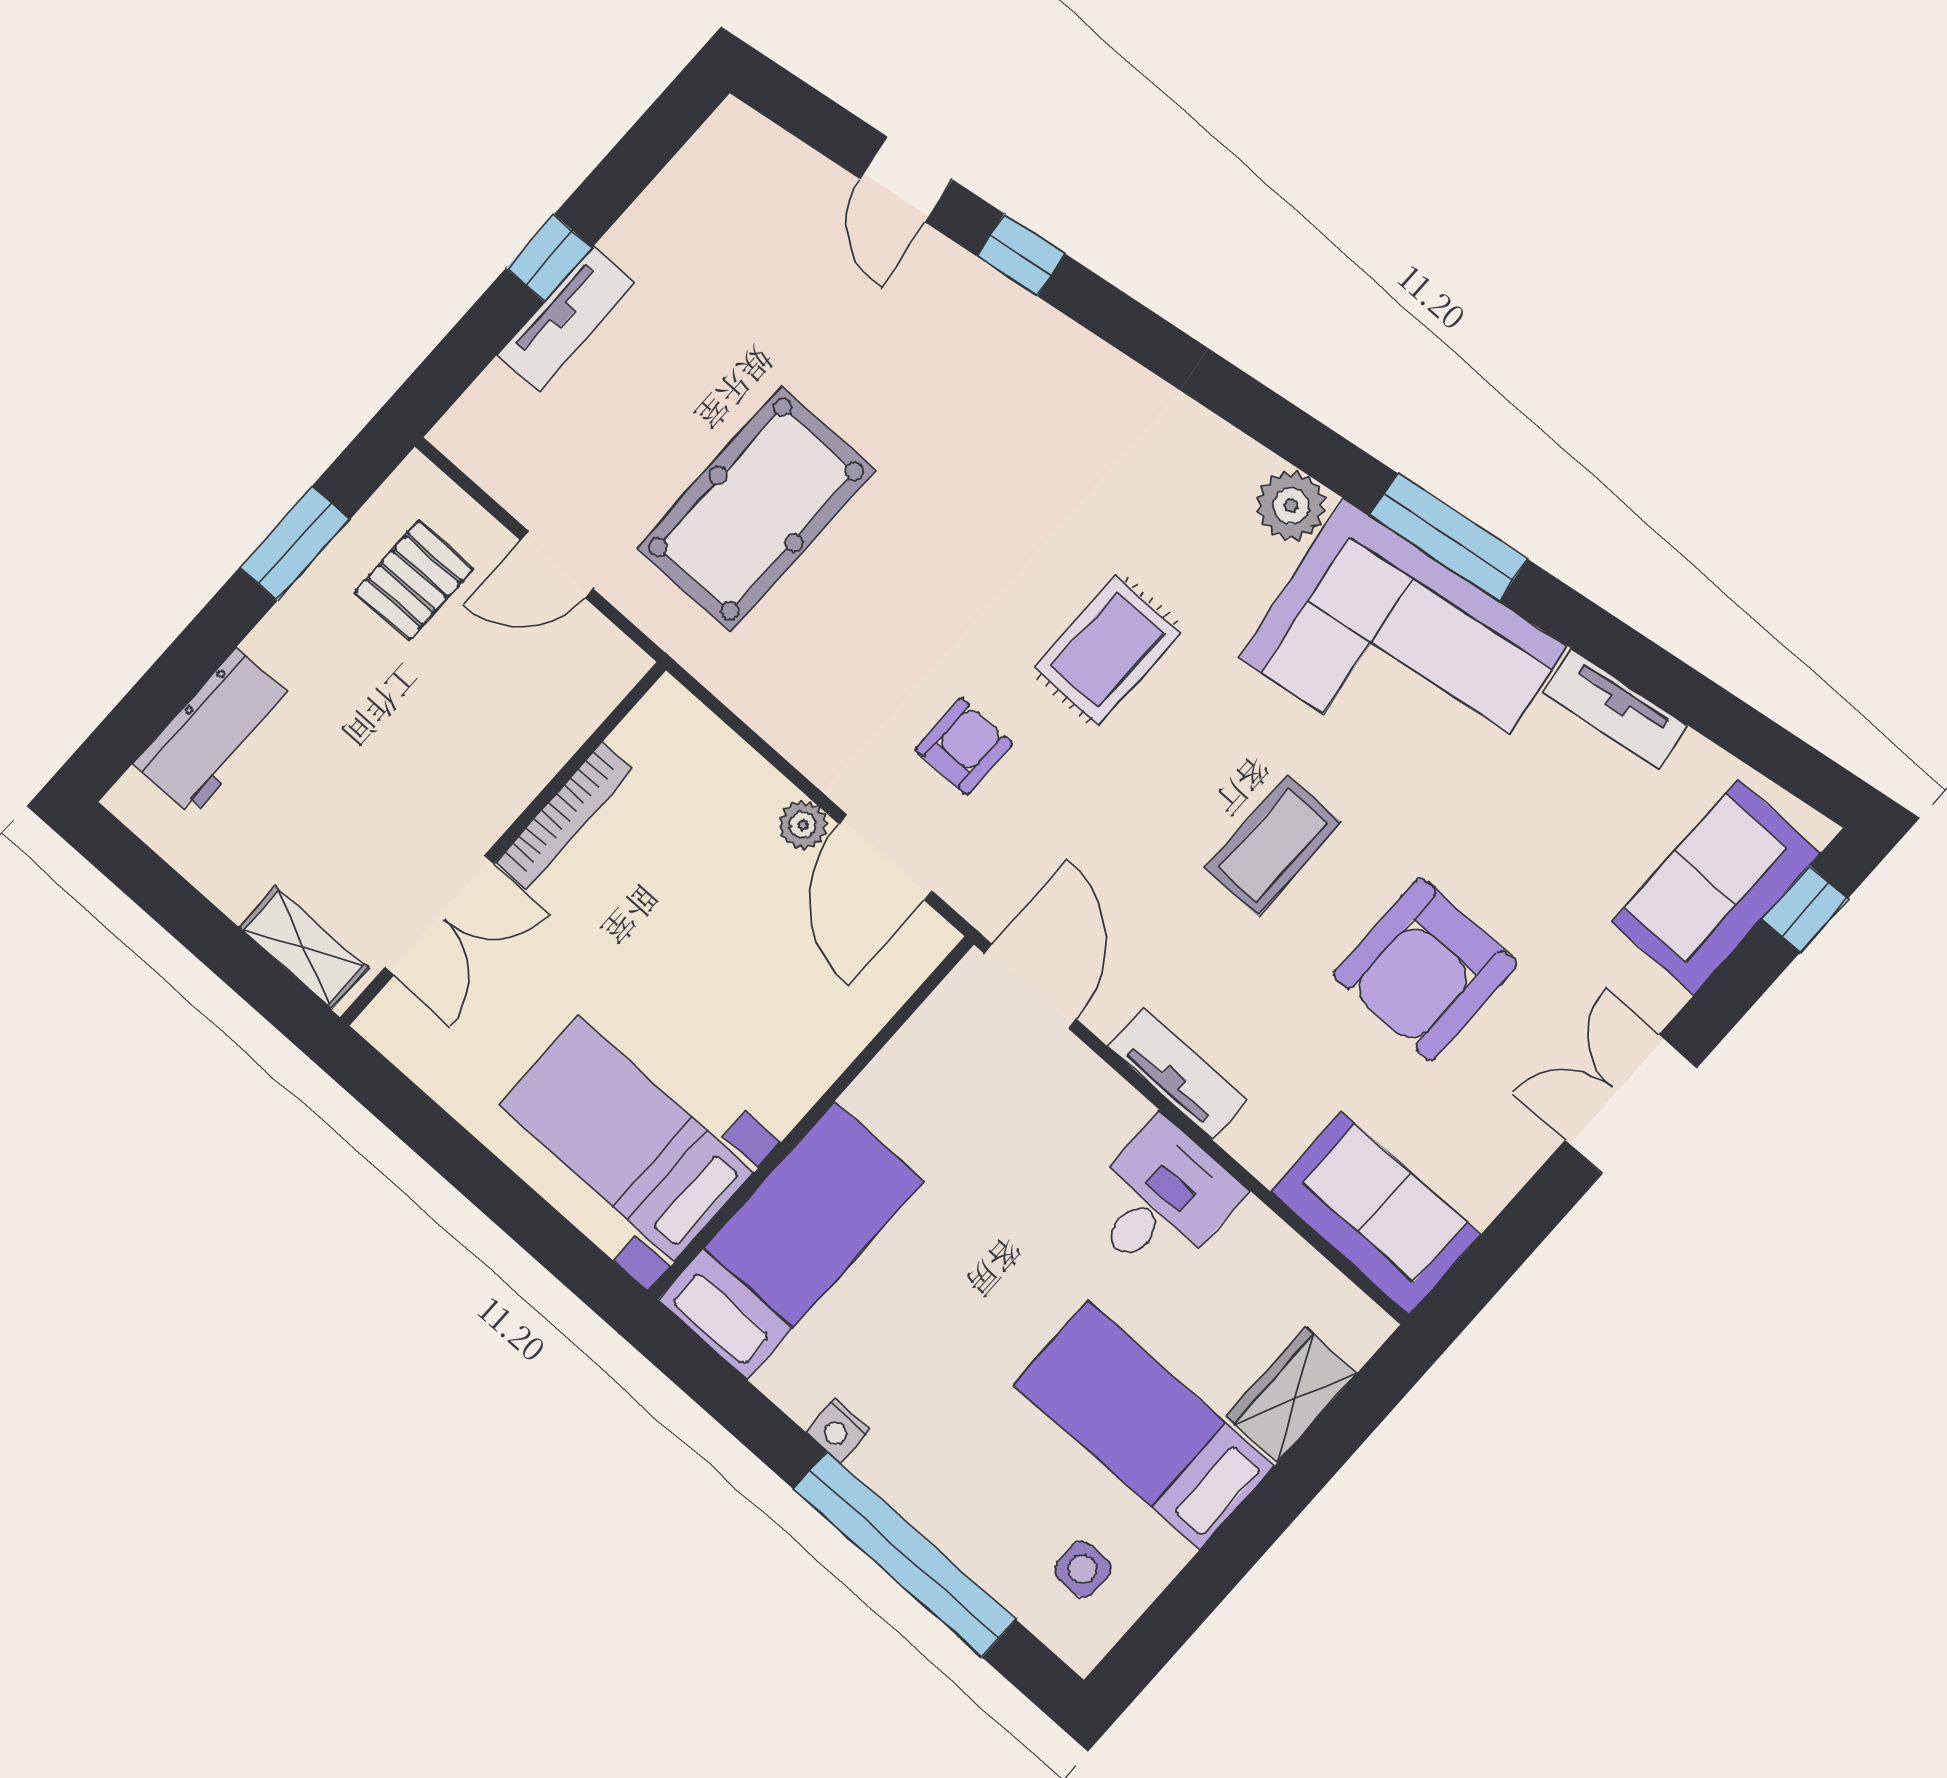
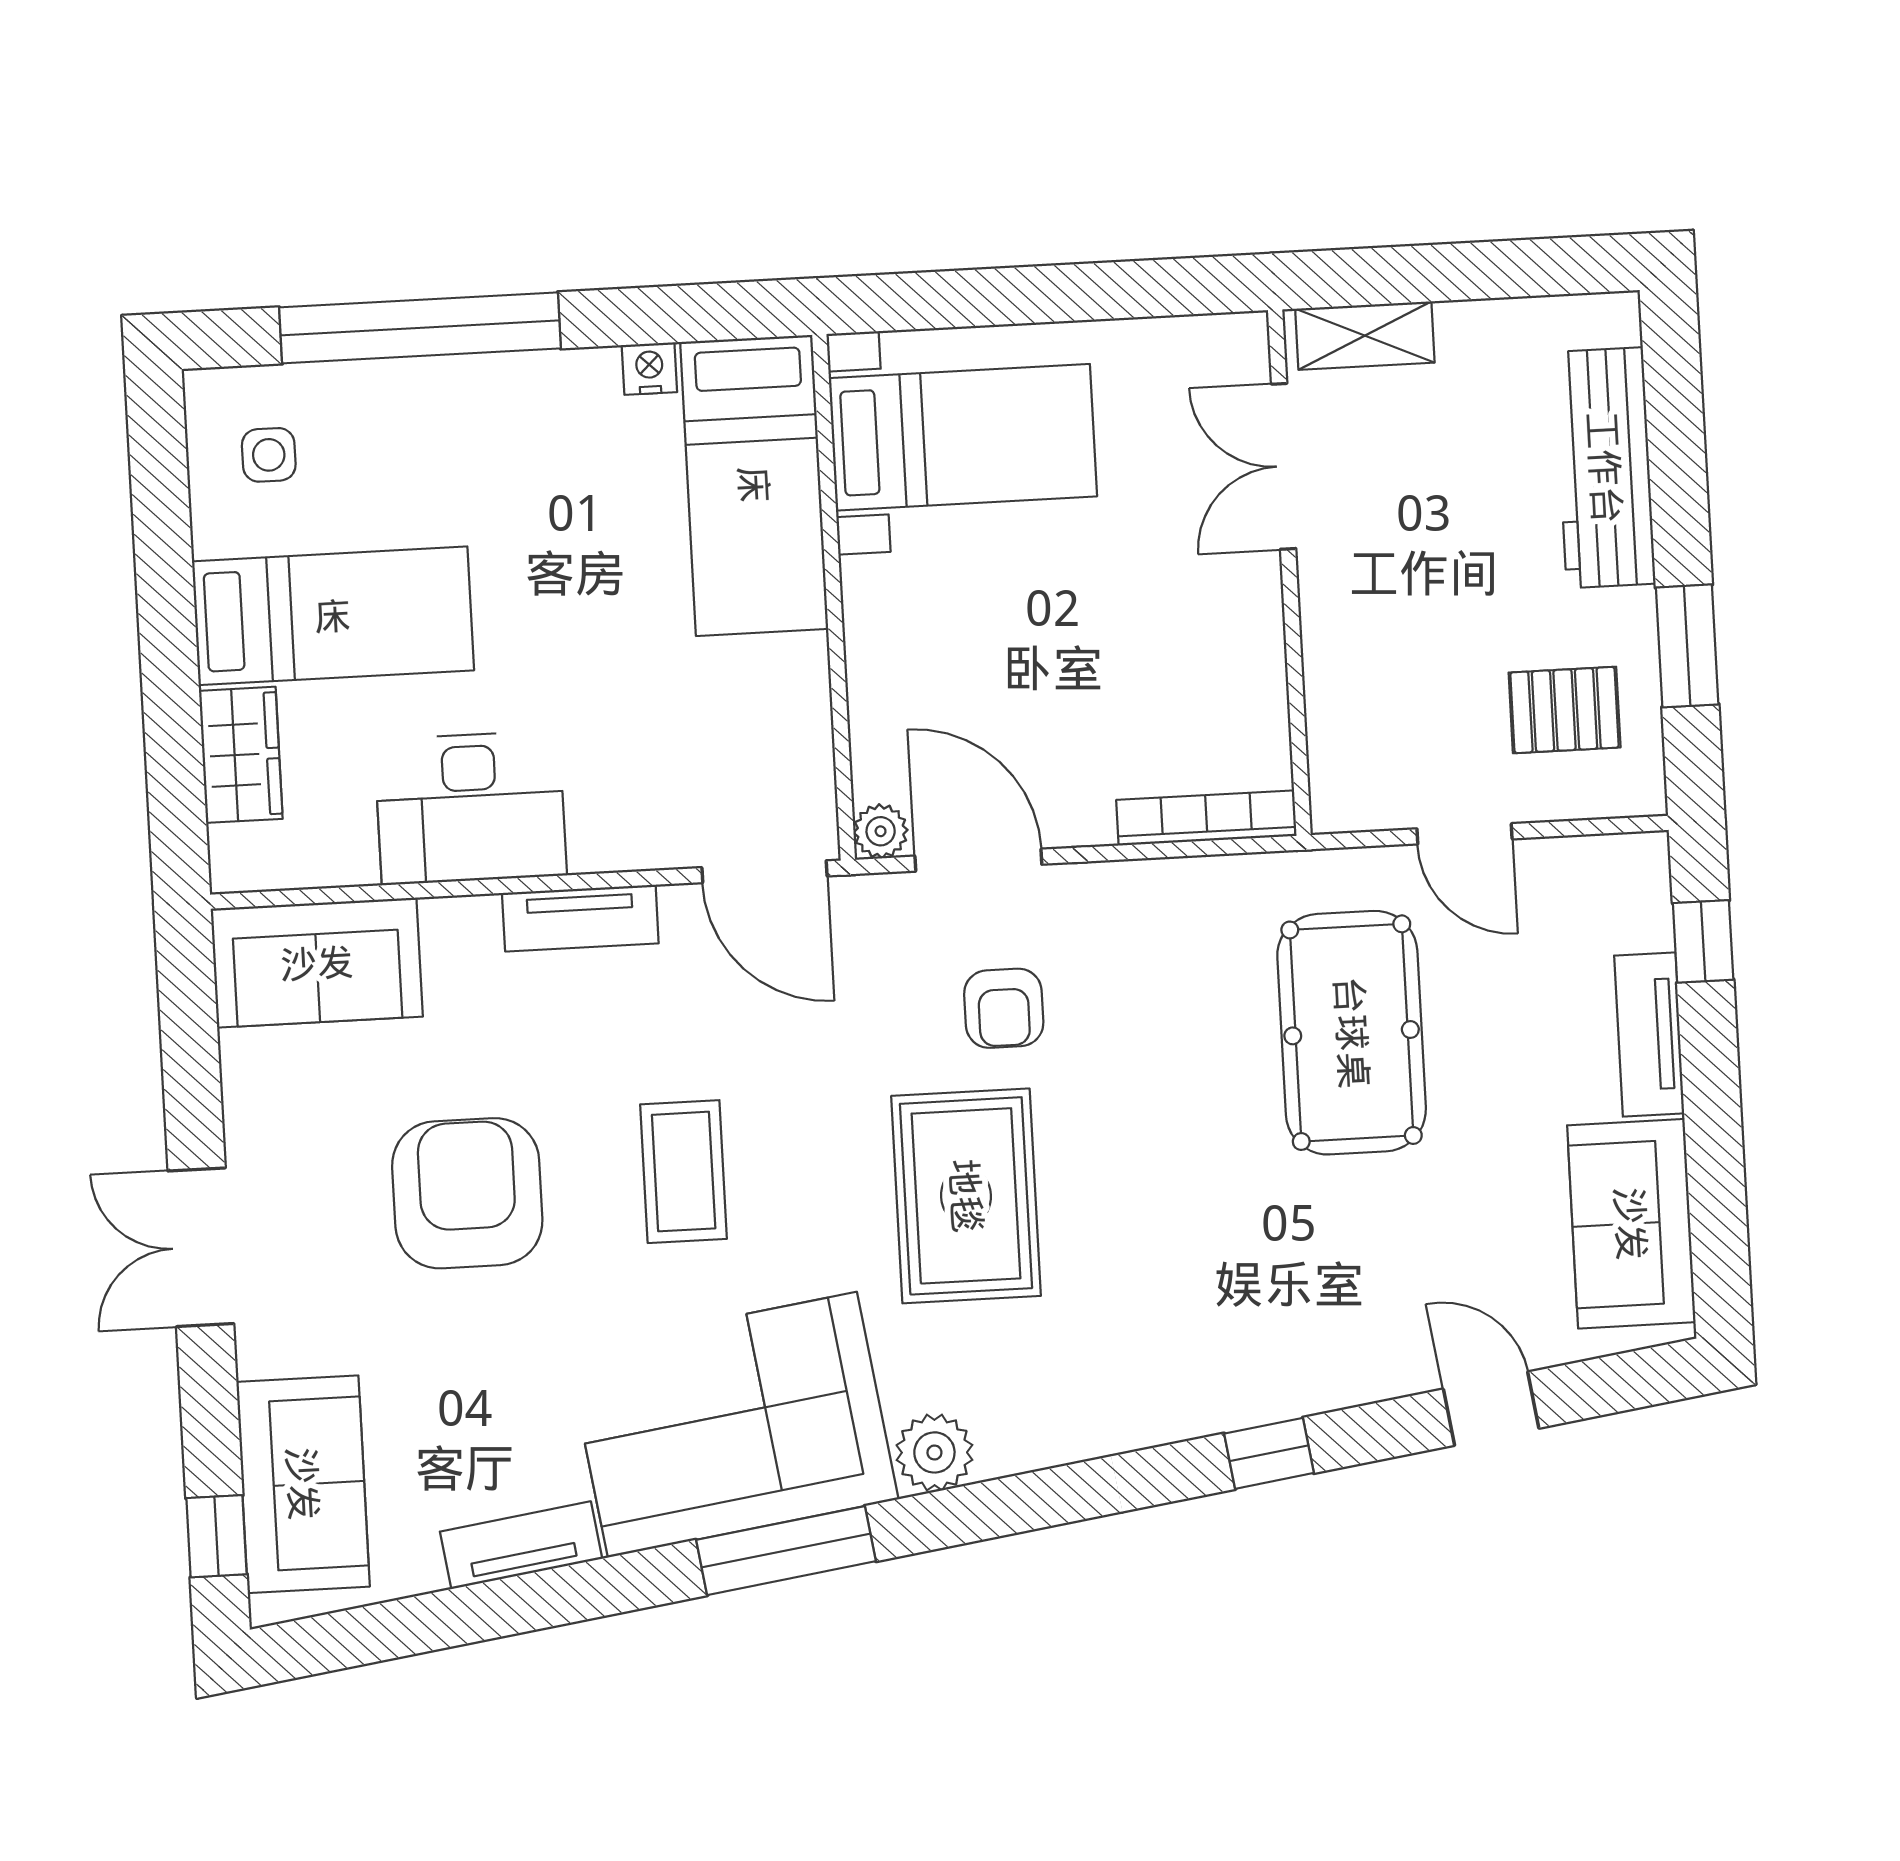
sofa: (698, 208) -> (1631, 1224), added
window: (1021, 255) -> (1269, 1453), moved
window: (549, 258) -> (1703, 941), moved
door: (557, 565) -> (1465, 834), swing flipped
pallet: (414, 580) -> (1565, 710), turned 90
rug: (1107, 650) -> (966, 1196), width x1.36, depth x1.43
workbench: (215, 732) -> (1605, 468), width x1.38
bookcase: (564, 816) -> (1206, 818), moved, turned 90
plant: (803, 825) -> (881, 831), moved
double door: (1631, 1104) -> (201, 1247), swing flipped
desk: (1161, 1199) -> (470, 808), width x1.37
nightstand: (838, 1431) -> (649, 369), moved

